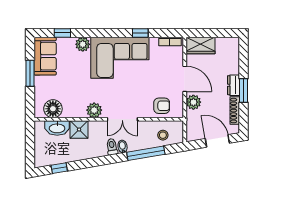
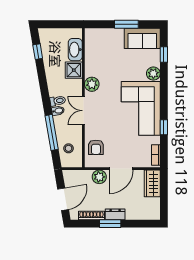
floor lamp: (53, 109) -> (93, 46), removed

